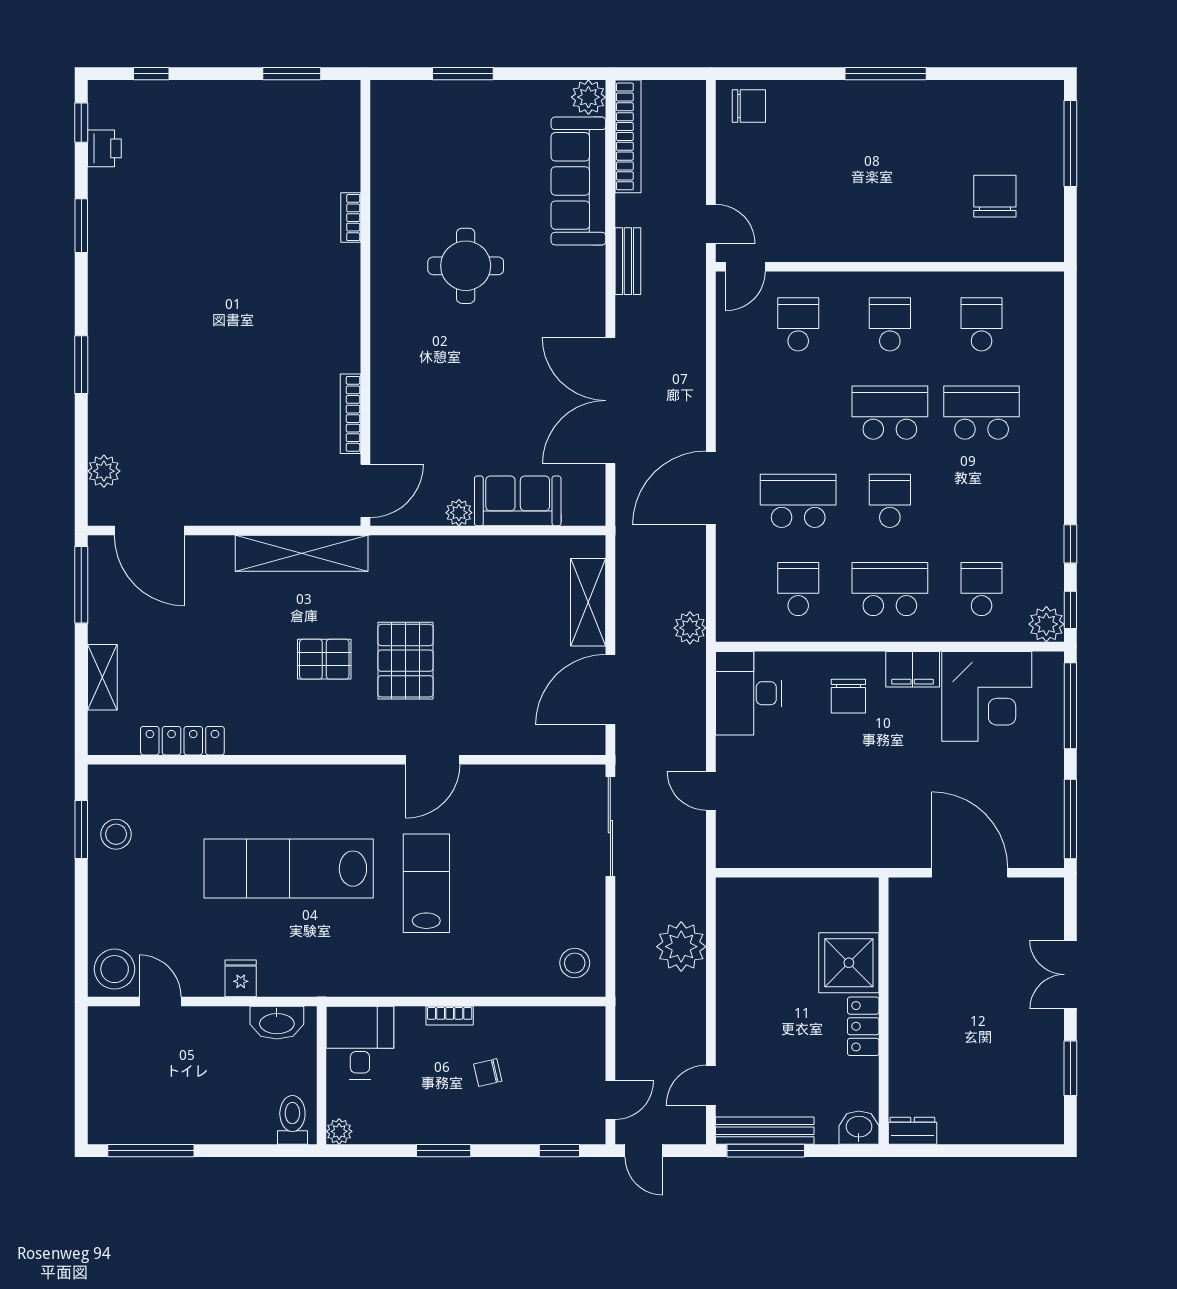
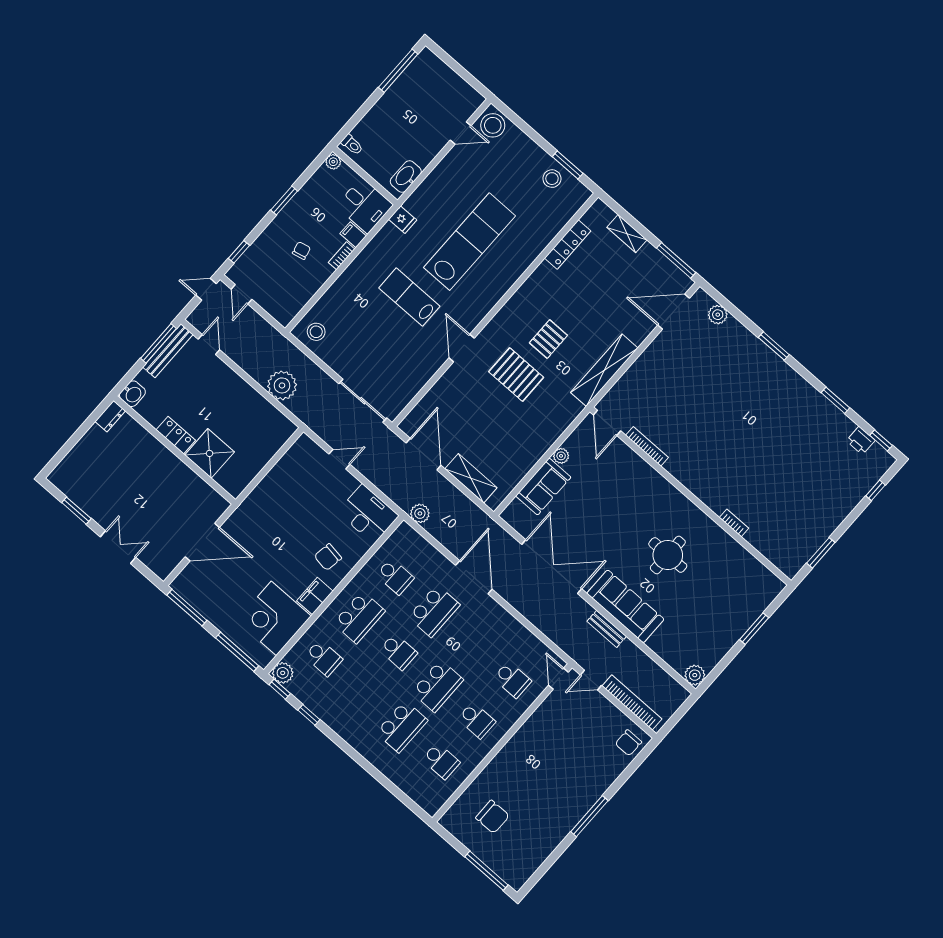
bookcase: (628, 136) -> (632, 702), moved, turned 180
sofa: (578, 181) -> (625, 606), moved
chair: (848, 696) -> (328, 557), turned -81
lab bench: (426, 883) -> (409, 297), turned 180
fridge: (241, 978) -> (403, 220), moved
filing cabinet: (410, 1024) -> (353, 235), added
toilet: (292, 1120) -> (352, 145), width x0.73, depth x0.72

